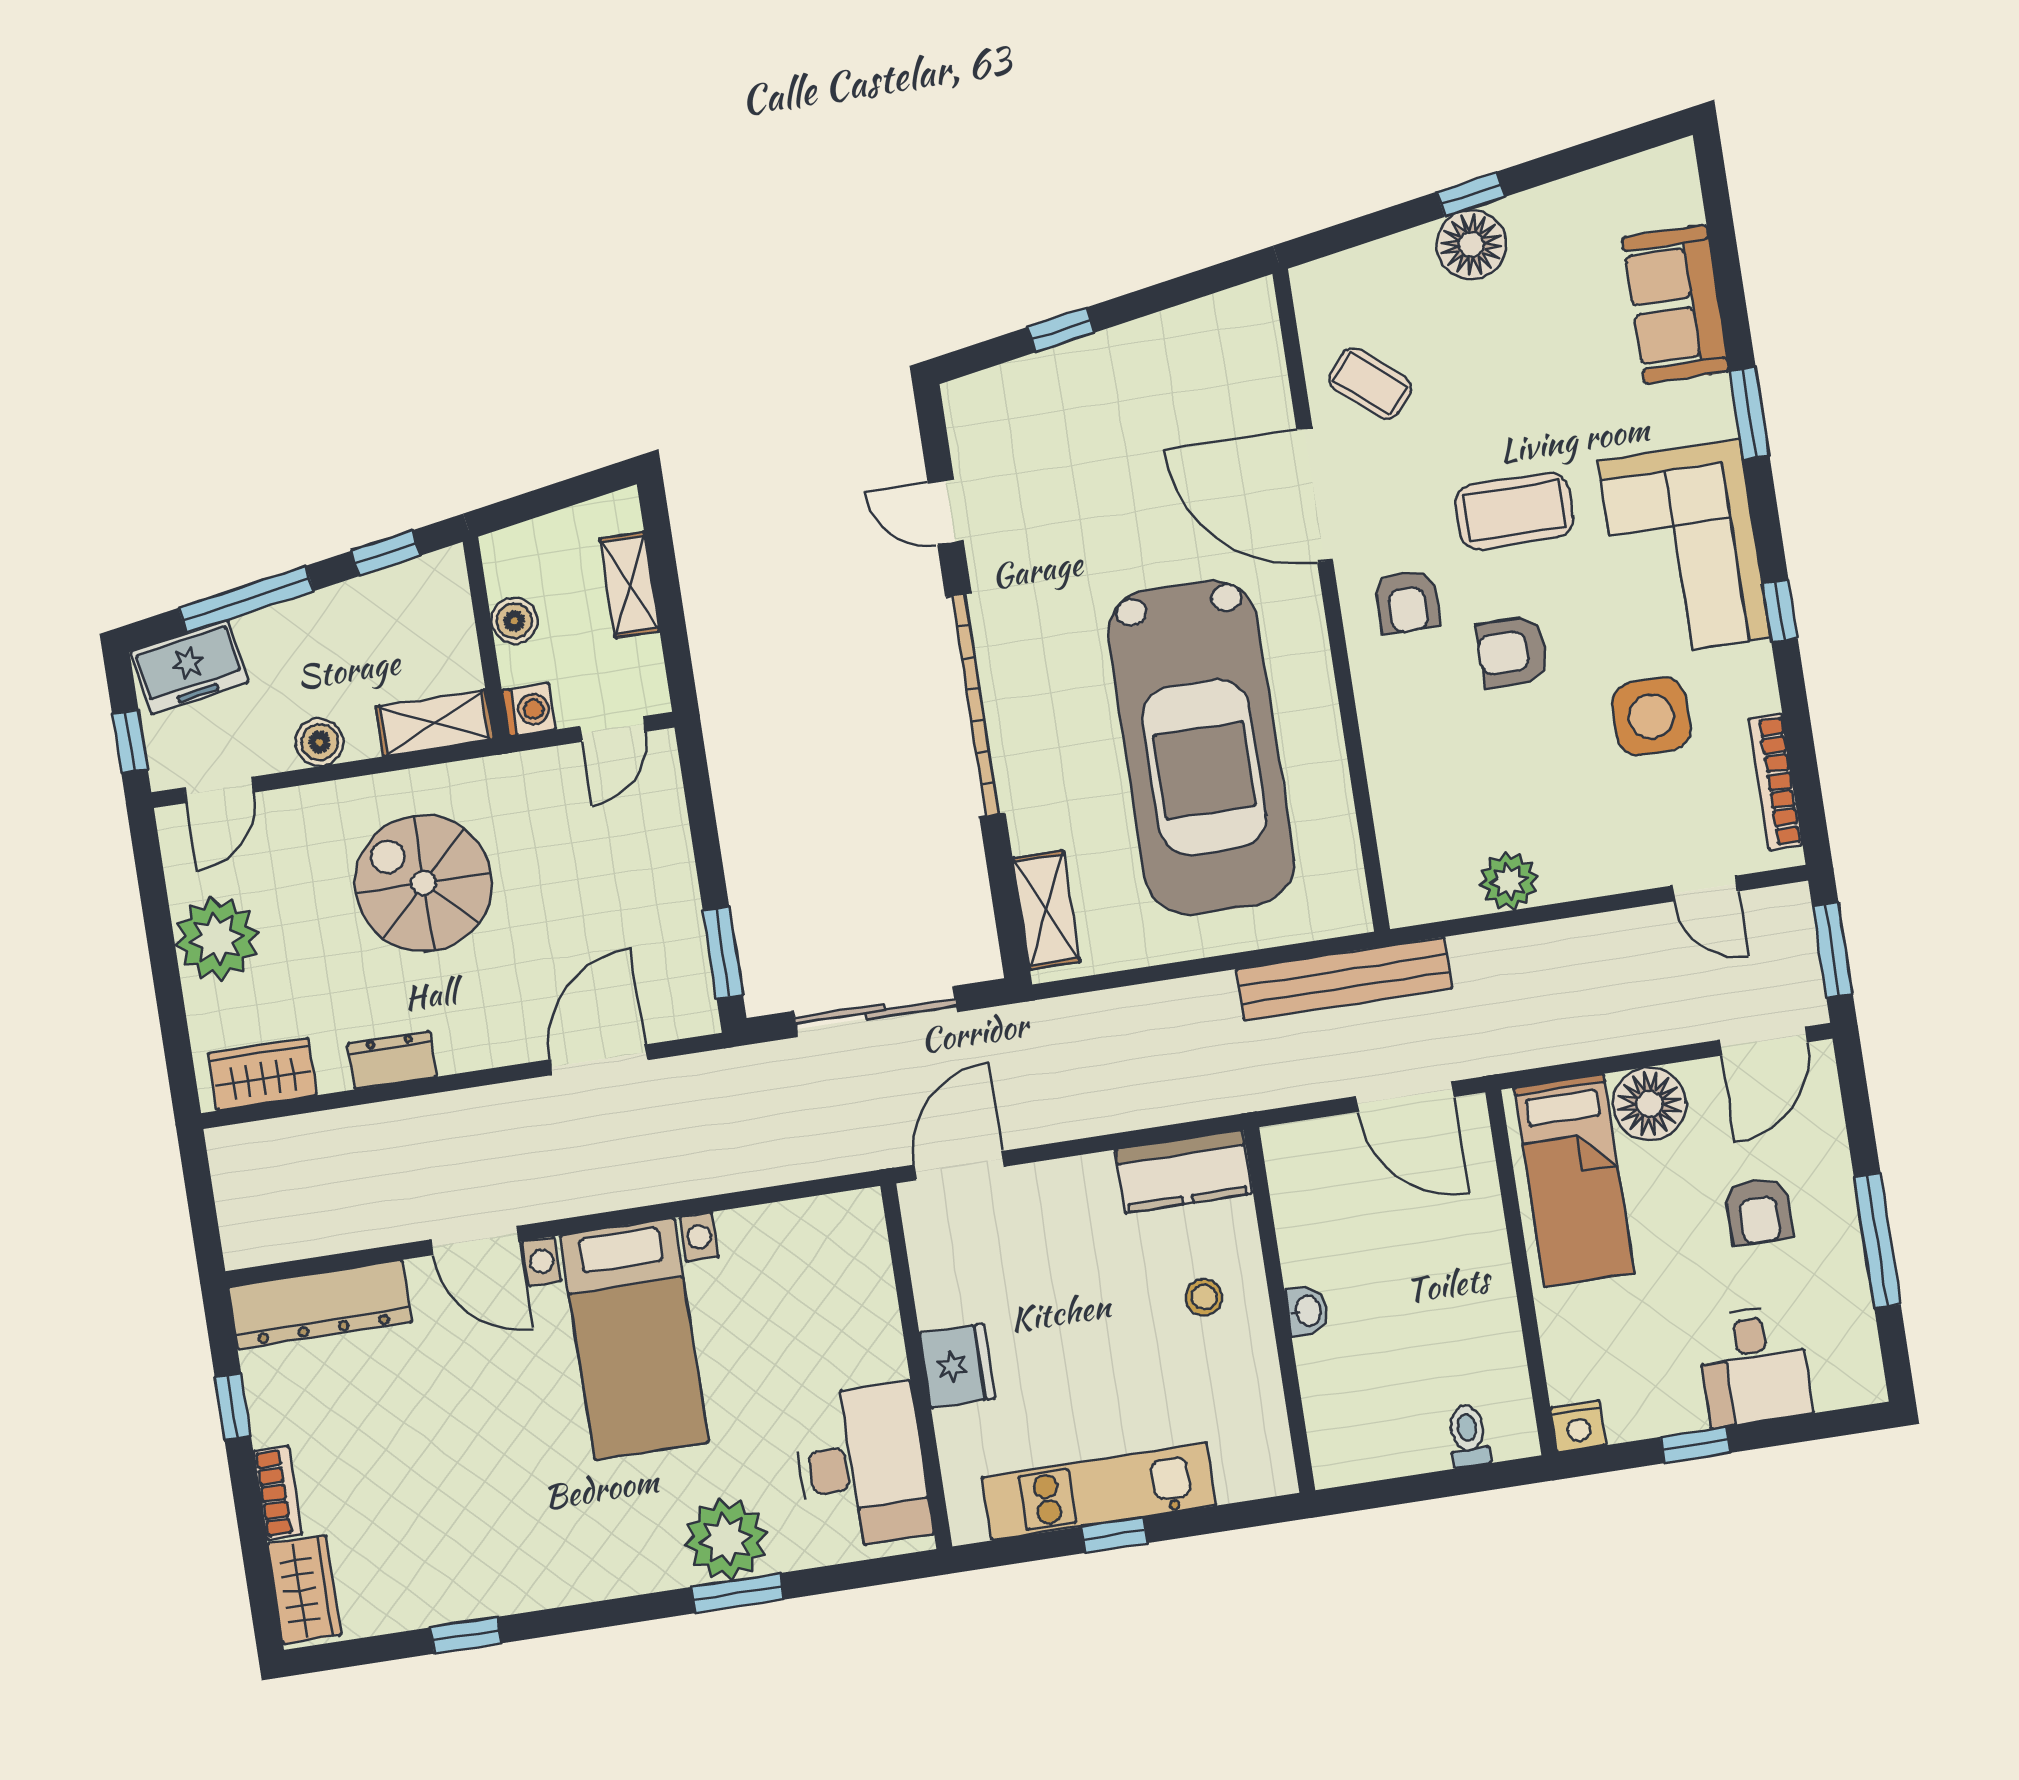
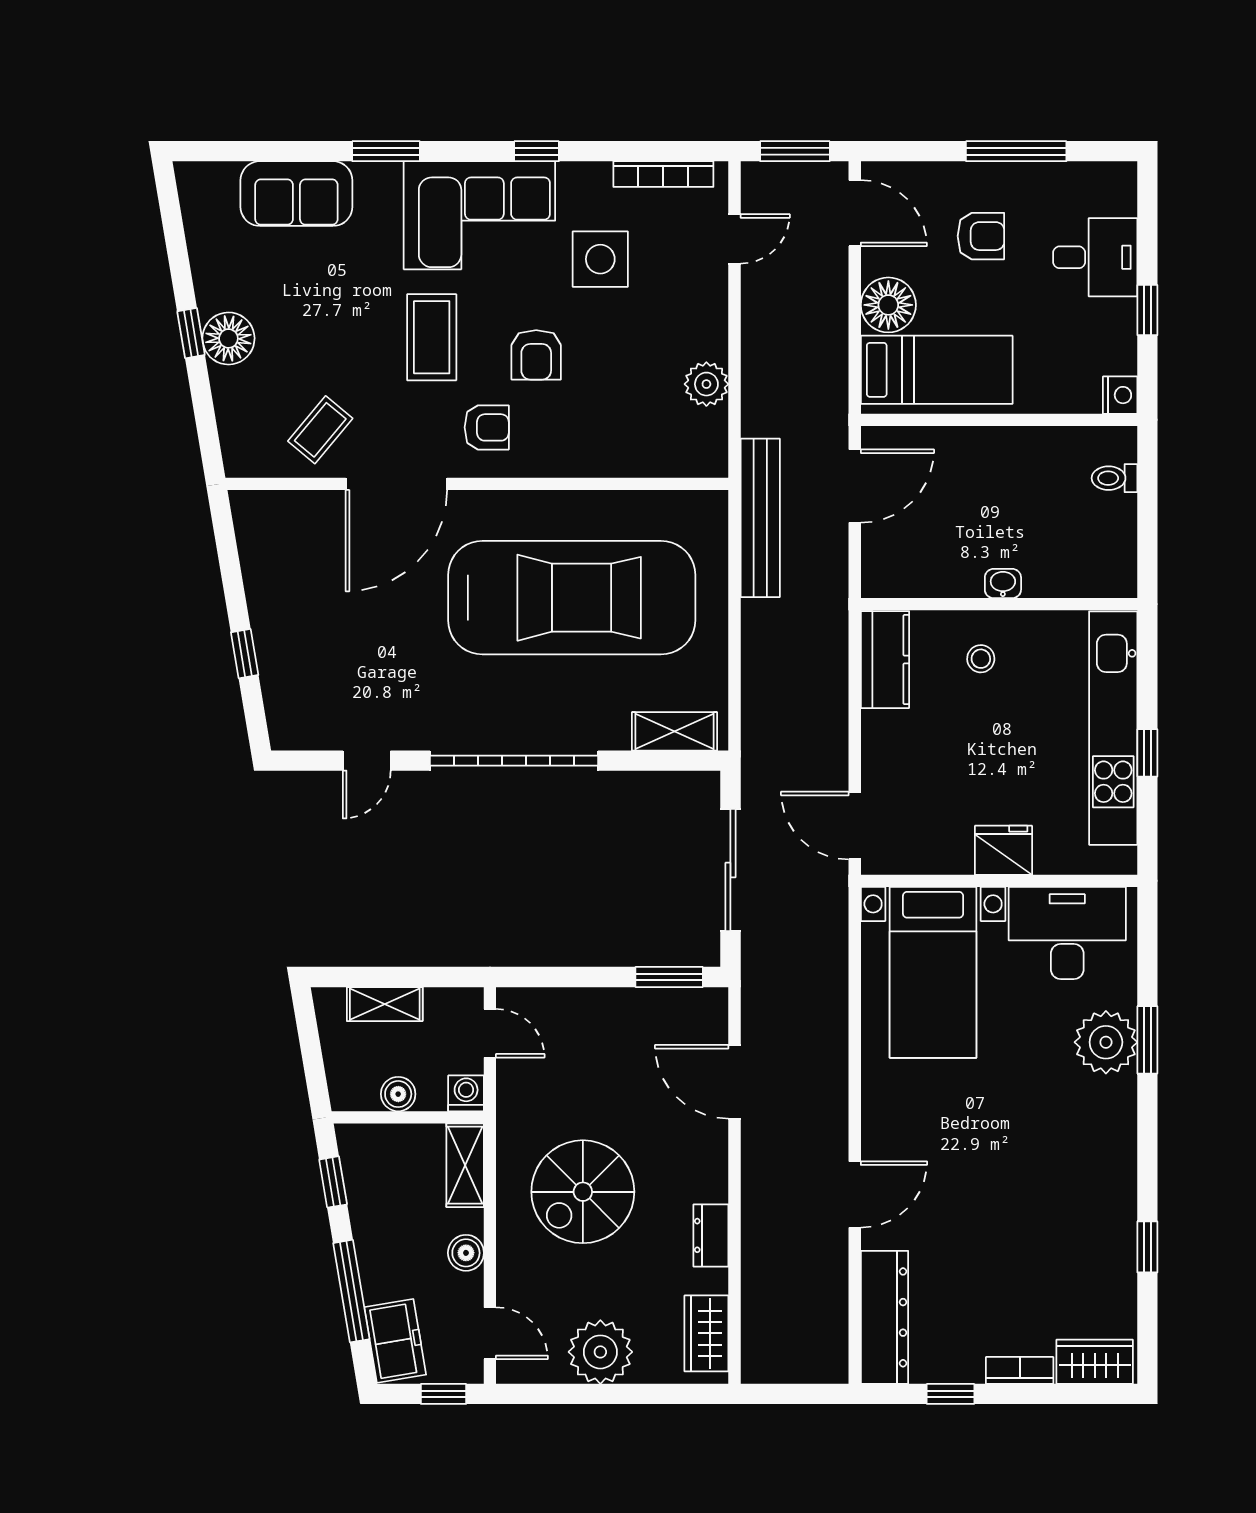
bed with nightstands: (634, 1339) -> (933, 972), moved, turned 90
kitchen unit: (1099, 1491) -> (1113, 728), width x1.36

